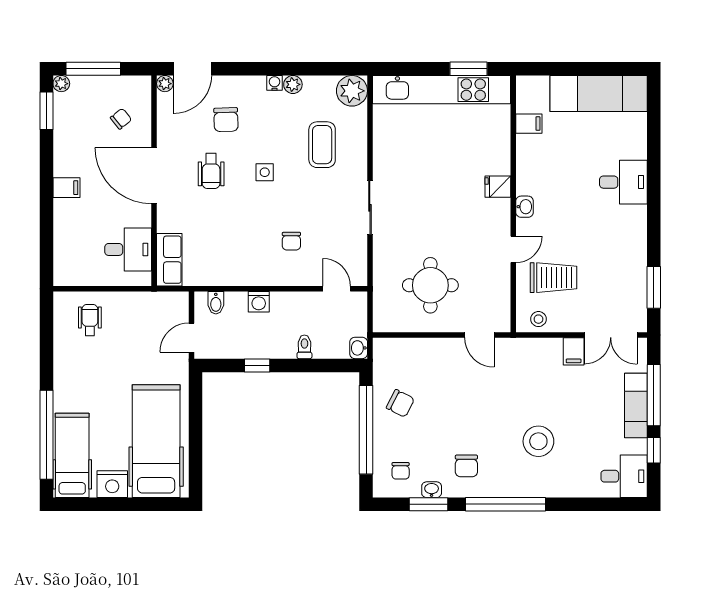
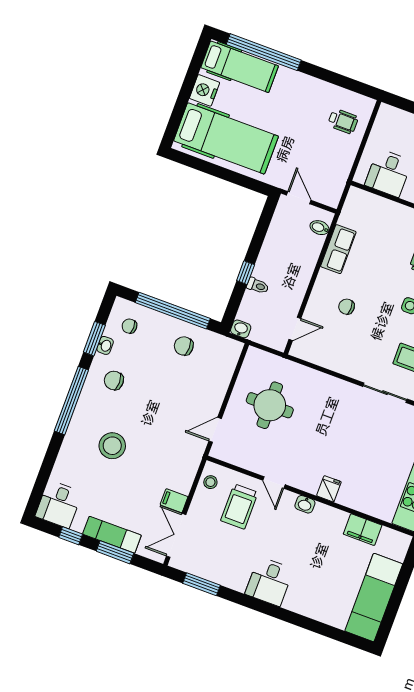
filing cabinet: (529, 124) -> (363, 530), width x2.00
desk: (623, 182) -> (269, 581), moved
sliding door: (370, 208) -> (385, 393), moved
row of seats: (169, 260) -> (338, 249), moved, turned -90
washing machine: (259, 302) -> (308, 262), removed
window: (257, 365) -> (246, 273), moved
window: (654, 395) -> (115, 552), width x0.69
chair: (400, 403) -> (184, 346), turned 63

